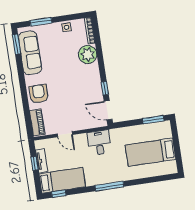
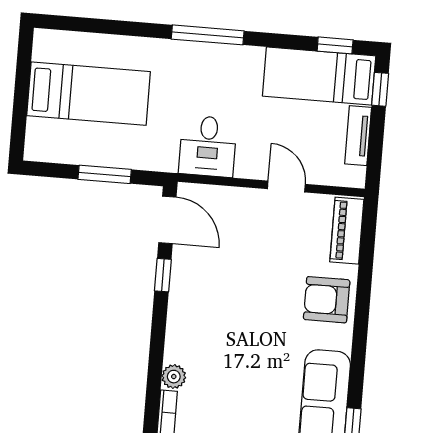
plant: (88, 55) -> (174, 377), width x0.53, depth x0.53
armchair: (39, 94) -> (327, 300), turned 90
window: (153, 120) -> (105, 174), moved
window: (35, 163) -> (380, 89), moved

